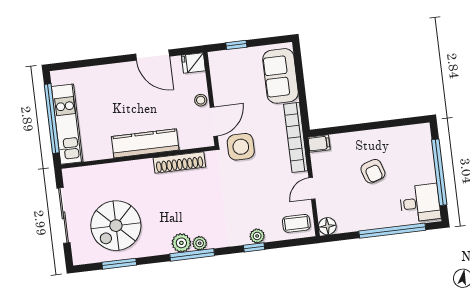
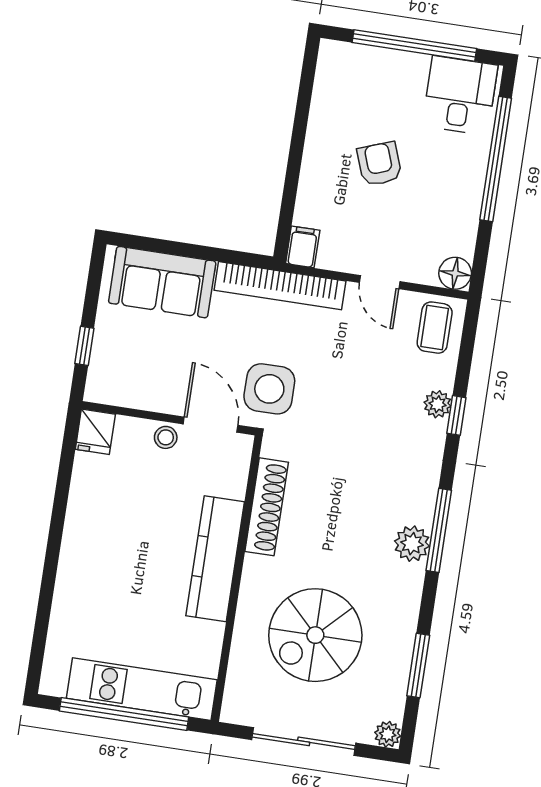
door: (153, 55) -> (61, 501), removed
armchair: (373, 171) -> (379, 164), turned -92
spiral stairs: (116, 226) -> (315, 635), moved, turned 90
plant: (200, 243) -> (388, 734), moved

